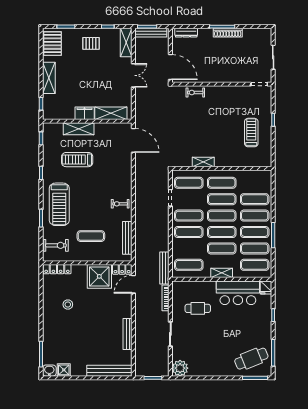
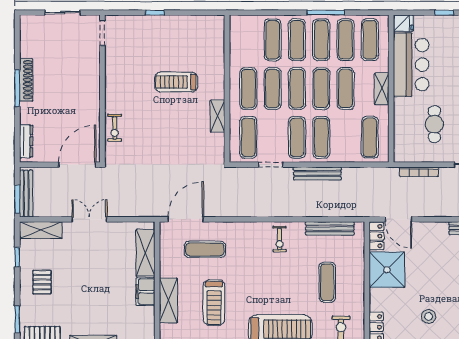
treadmill: (251, 133) -> (176, 82), moved
exercise mat: (113, 153) -> (205, 249), added
bench: (164, 268) -> (317, 174), moved

